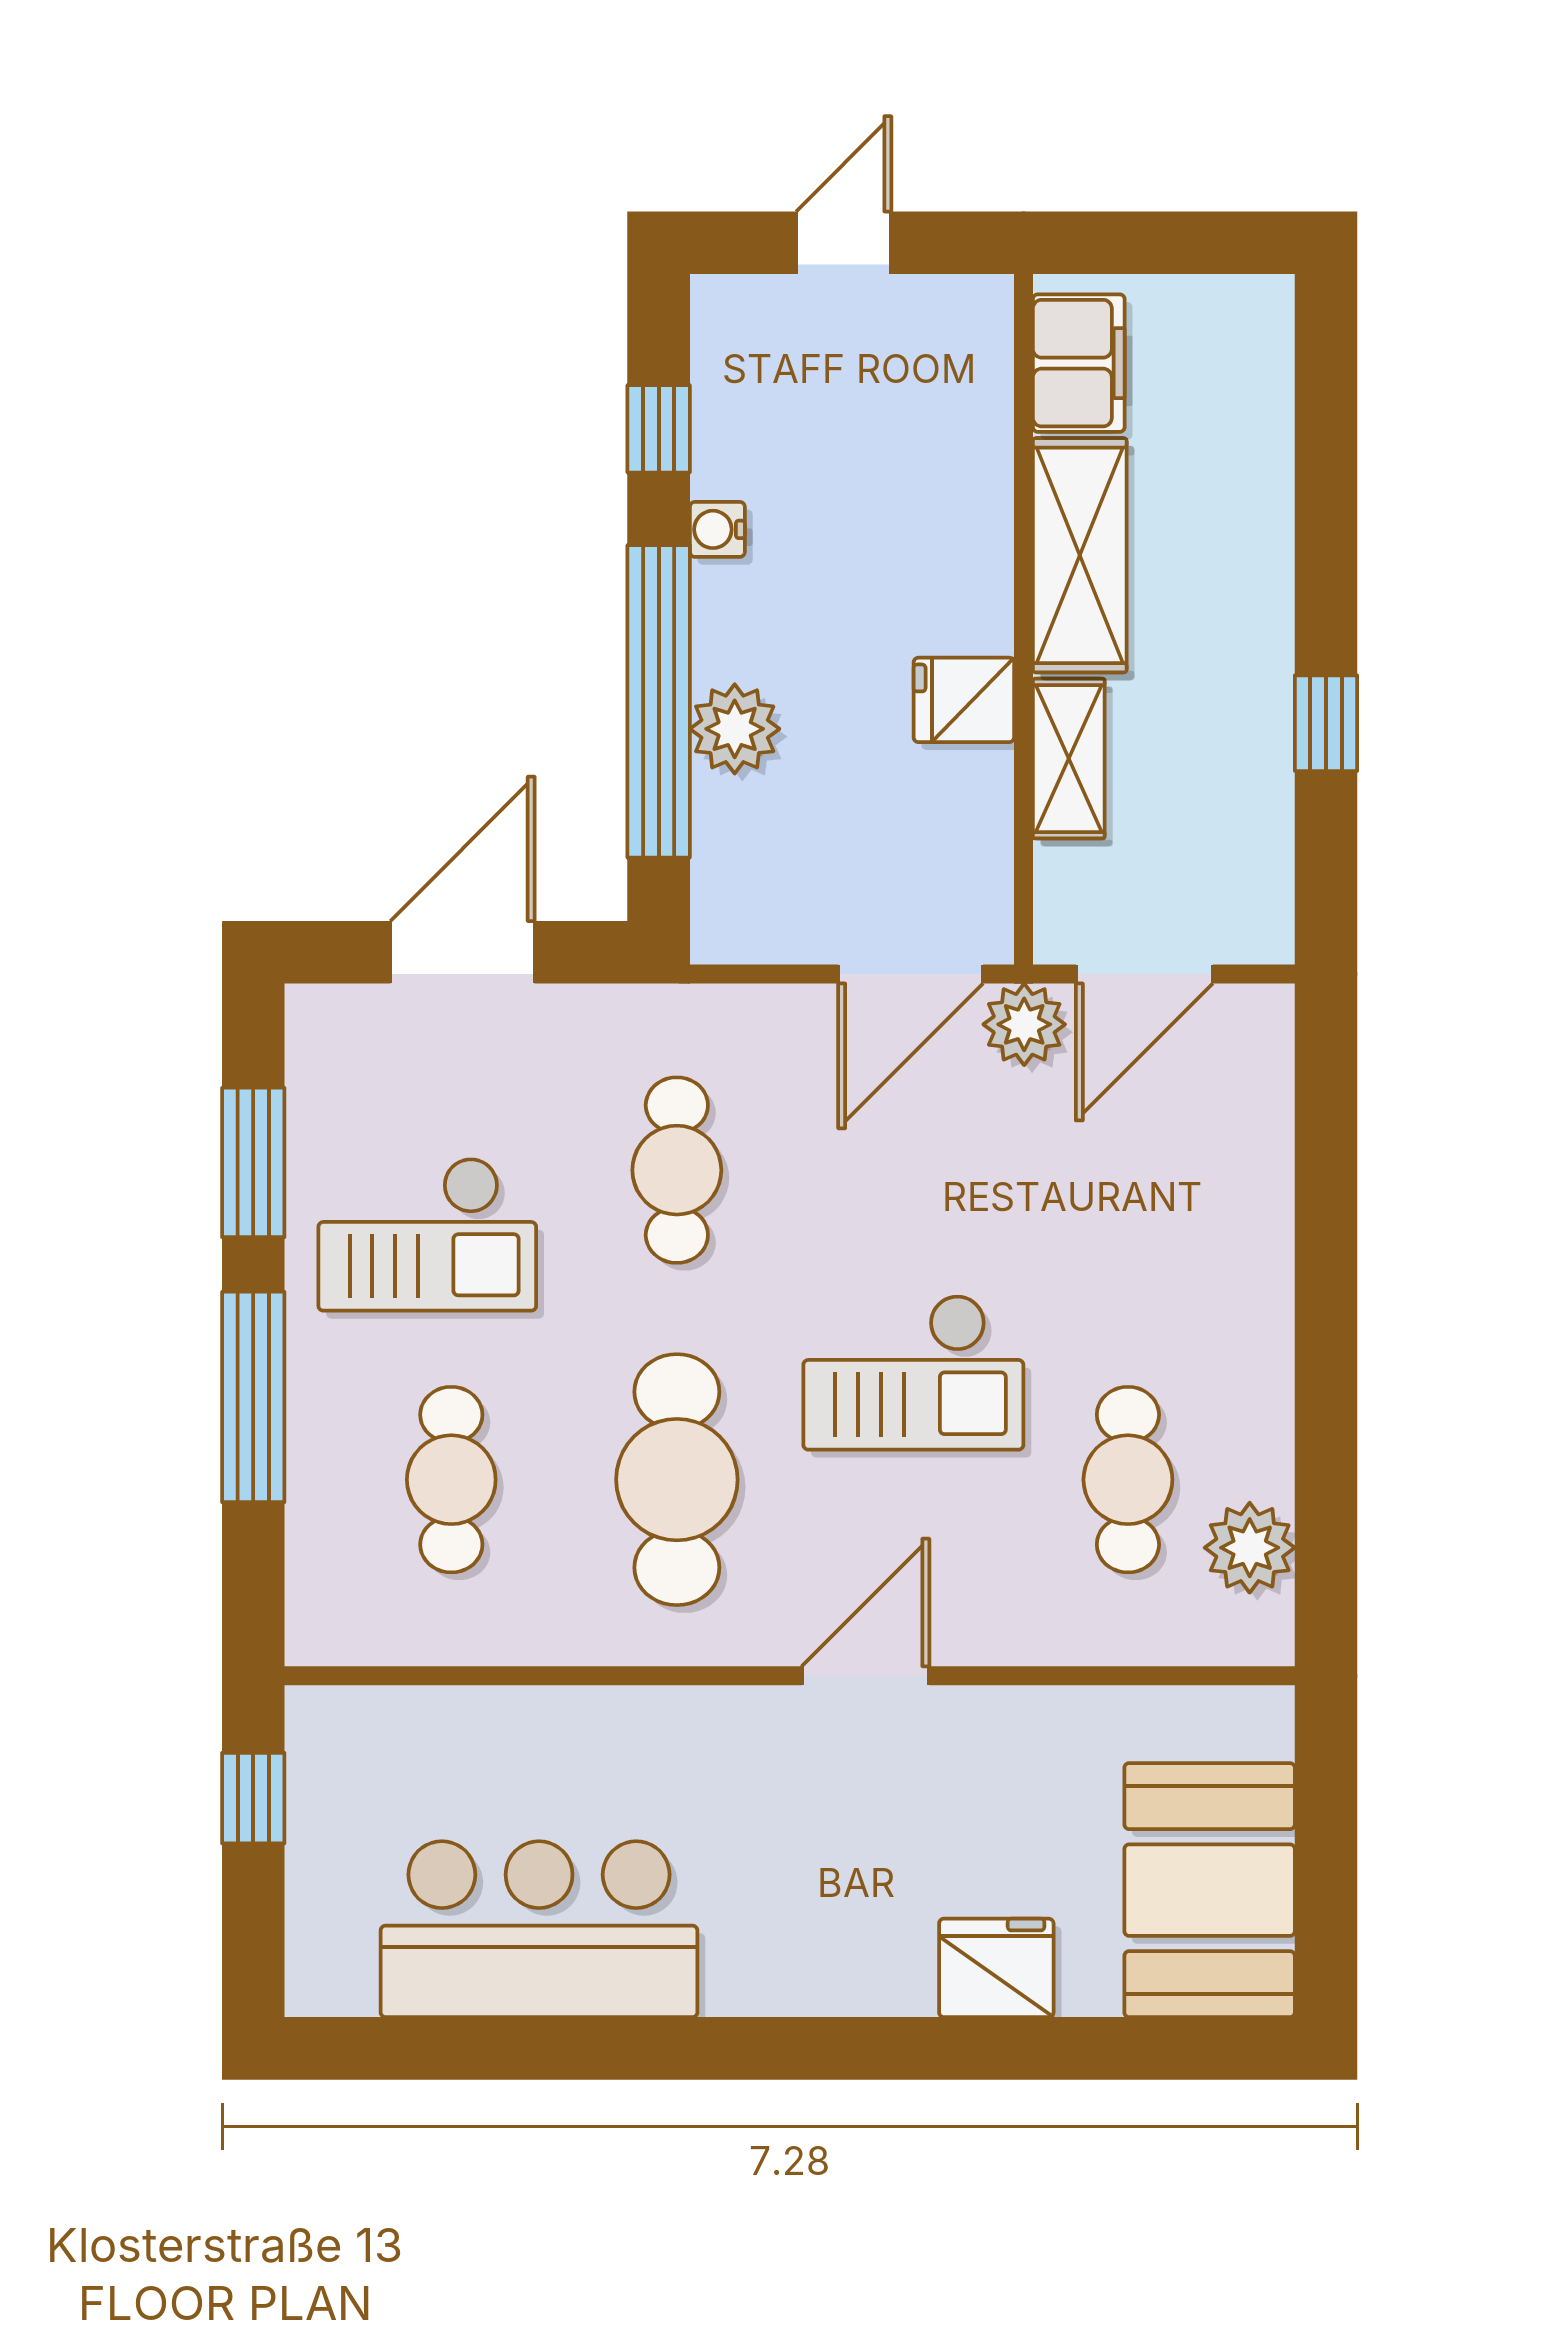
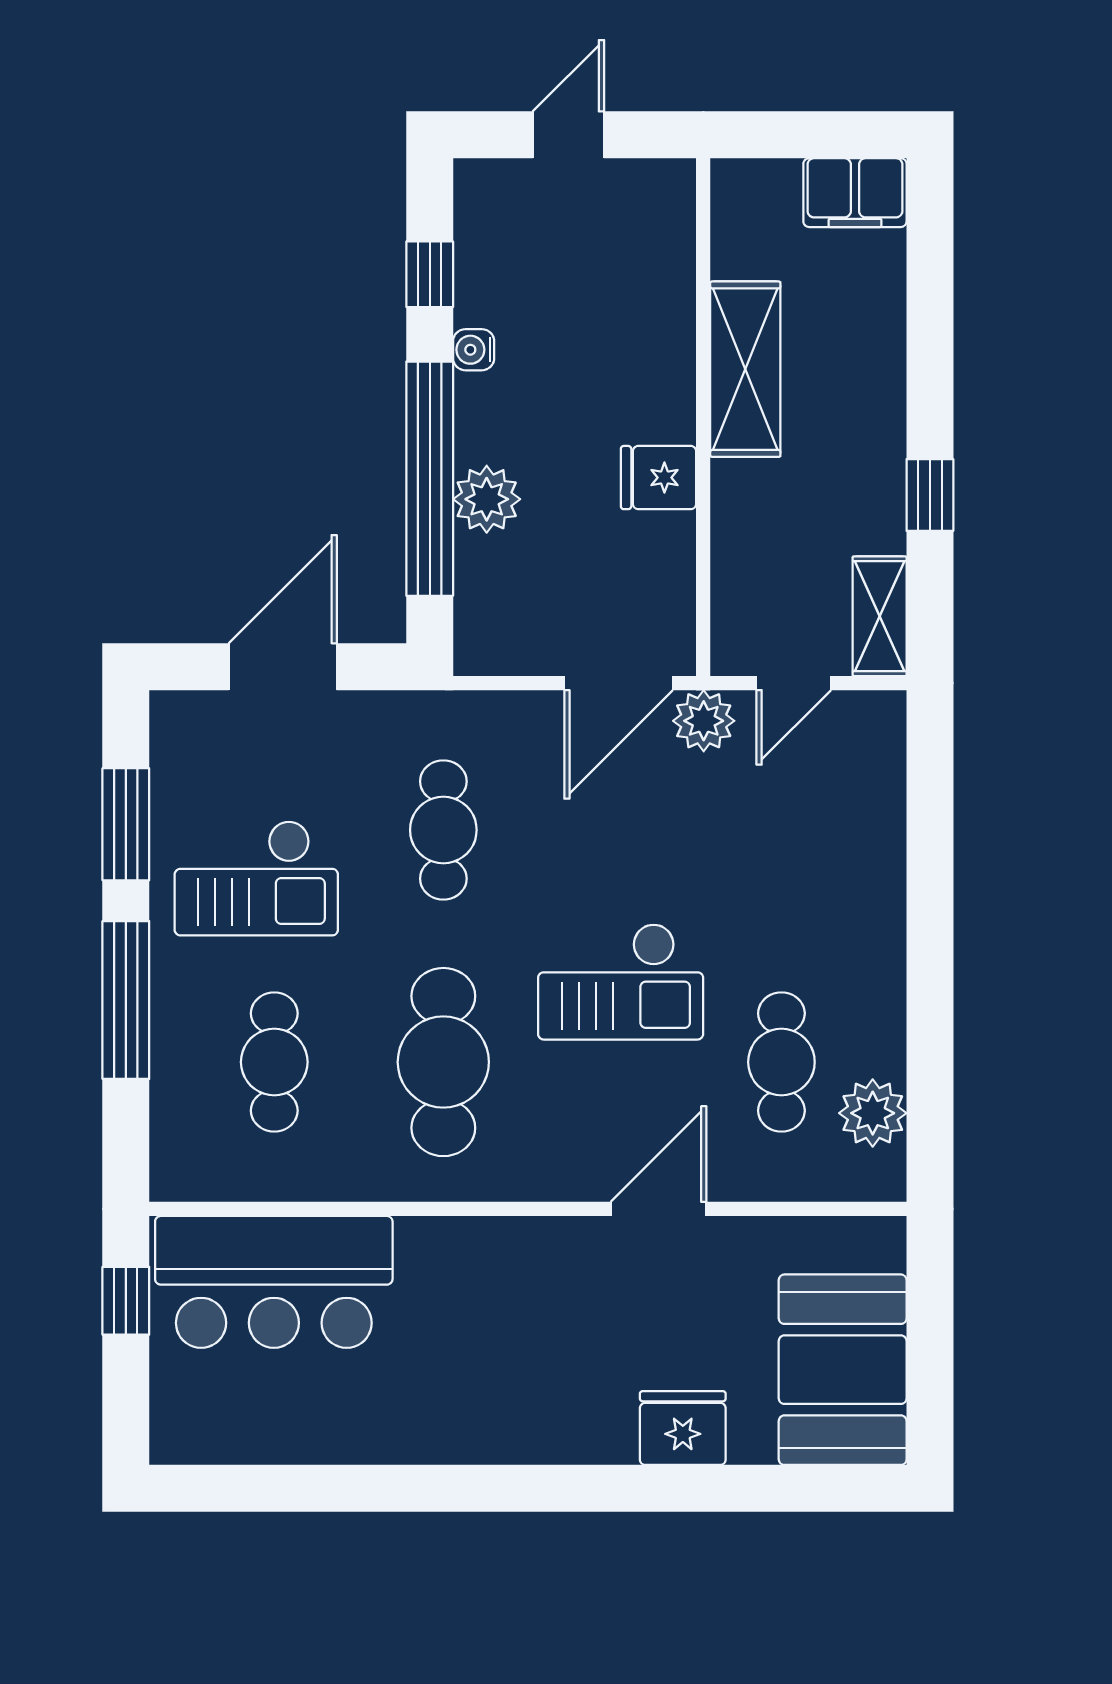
filing cabinet: (1079, 363) -> (855, 193), moved, turned 90
shelving: (1069, 759) -> (880, 616), moved
door: (1144, 974) -> (794, 683), width x0.73
door: (865, 1676) -> (659, 1209), moved
bar counter: (539, 1929) -> (274, 1282), moved, turned 180

